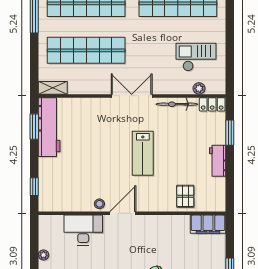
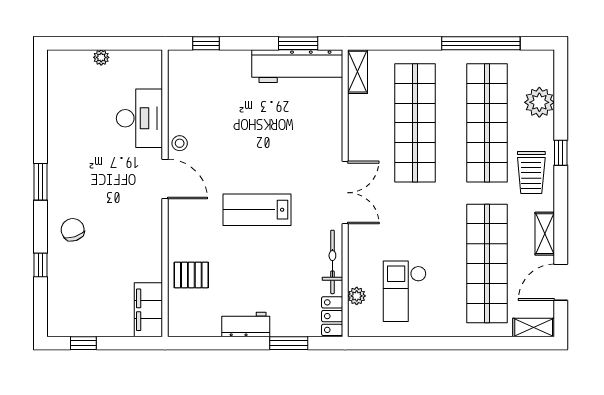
checkout: (196, 57) -> (405, 291), turned 180

